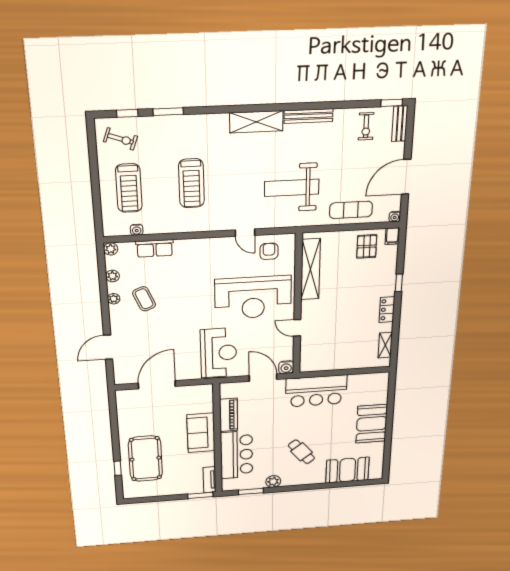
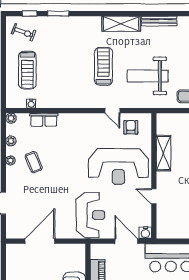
treadmill: (191, 183) -> (103, 66), moved, turned 180
shelving: (311, 269) -> (163, 153), width x0.68

